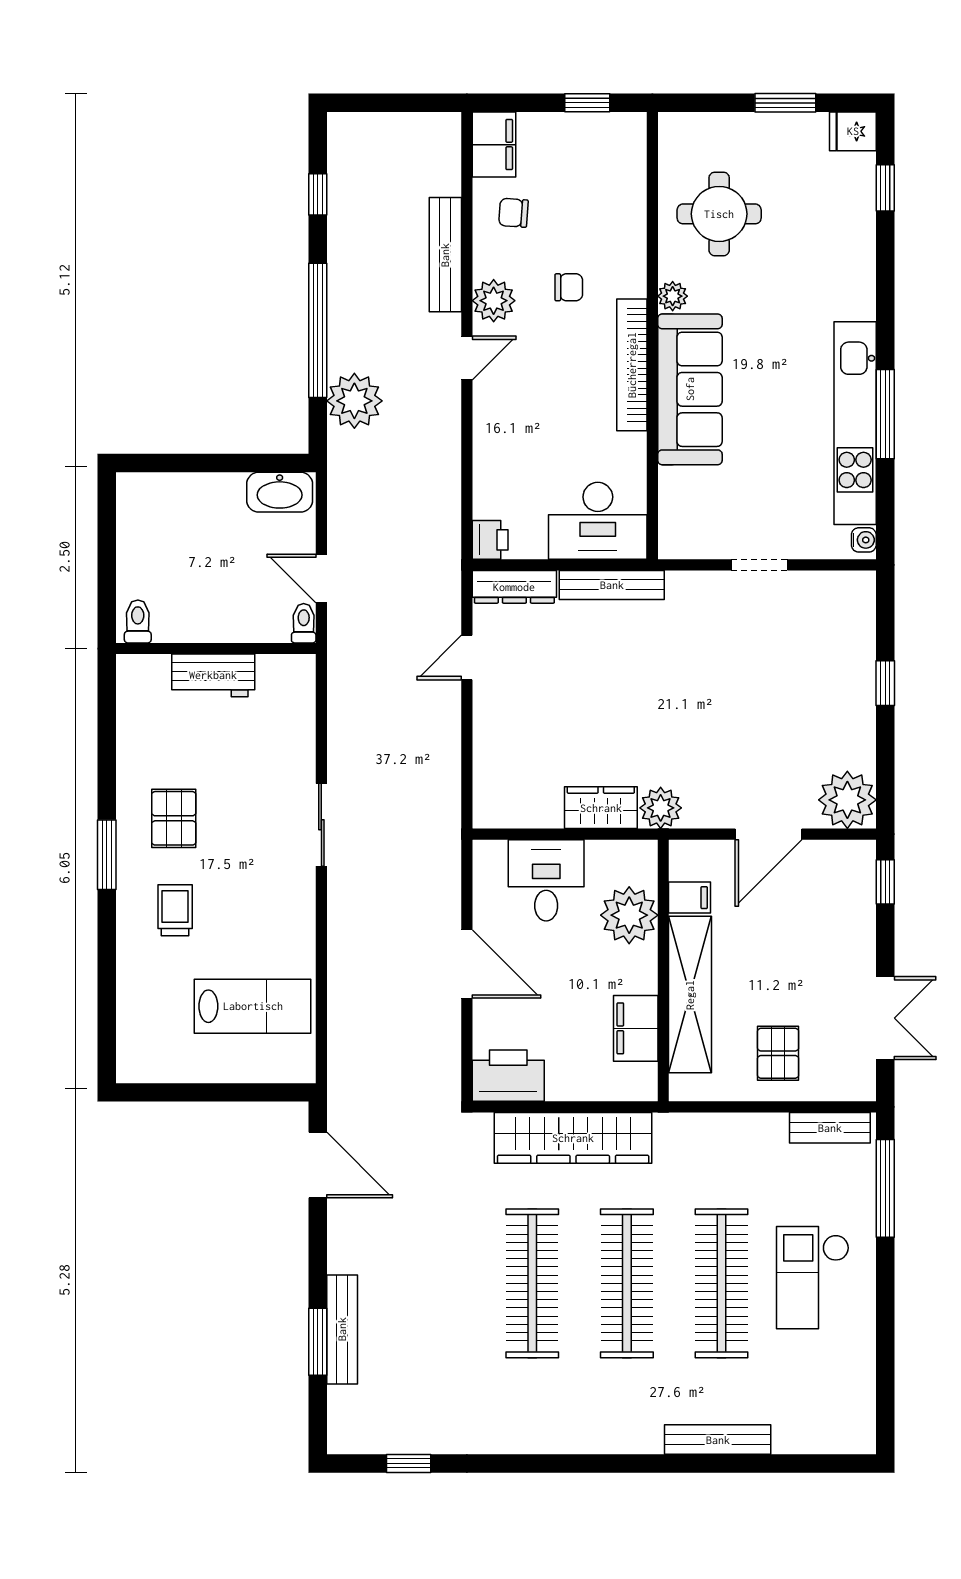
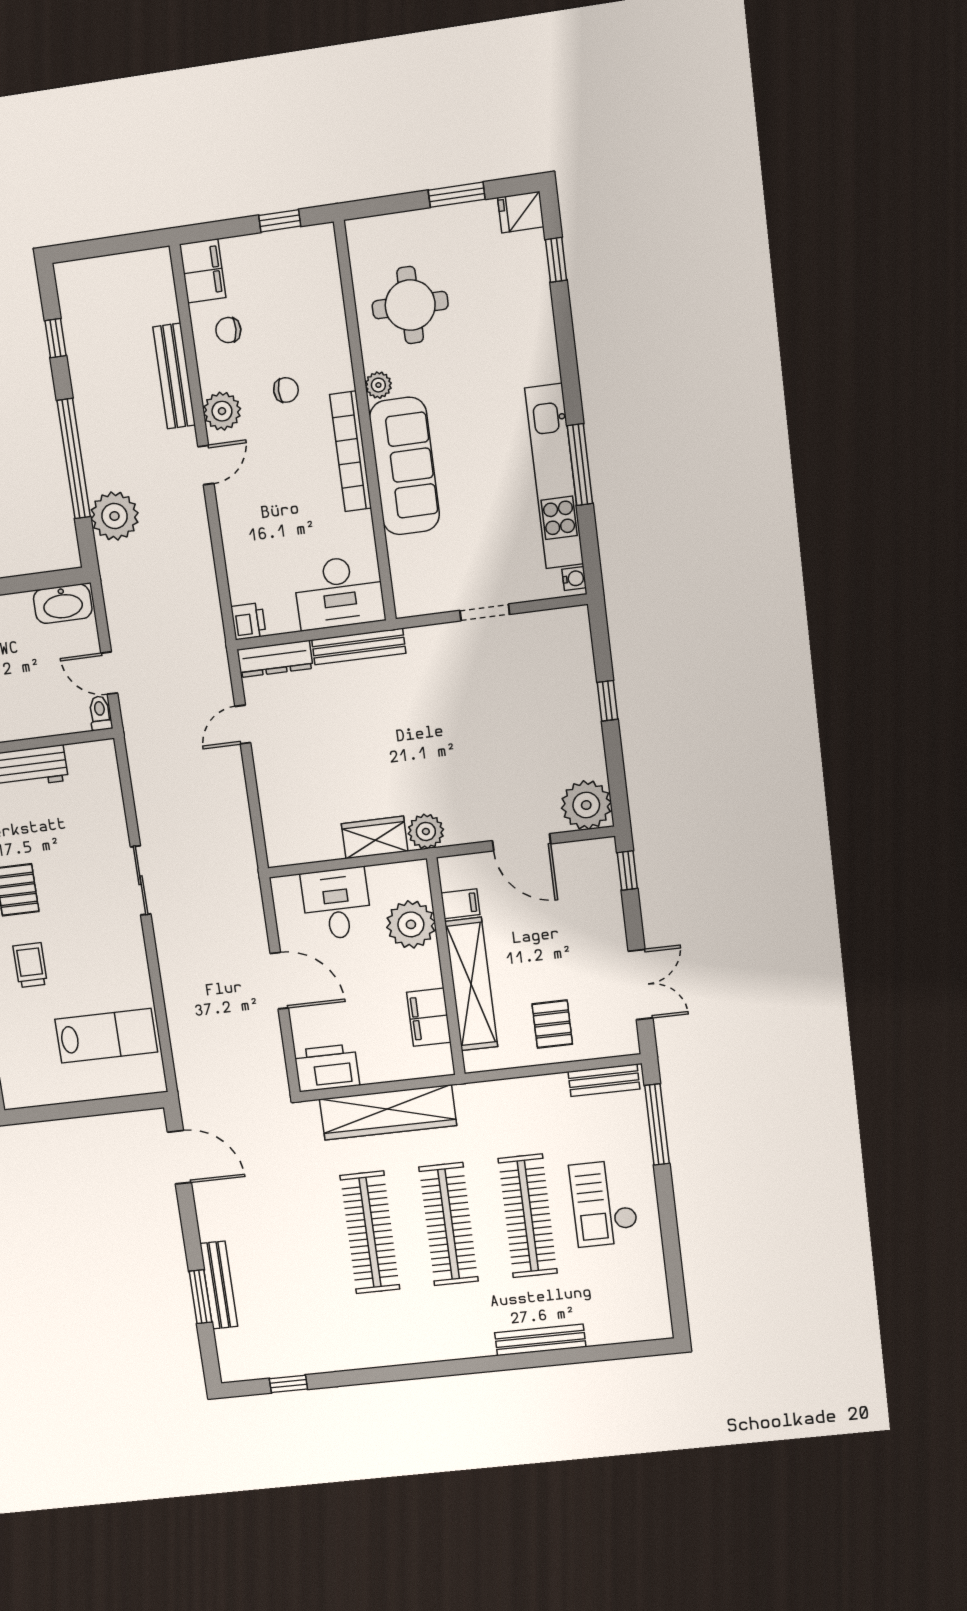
door: (769, 834) -> (522, 842), hinge flipped

